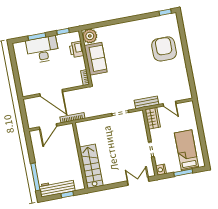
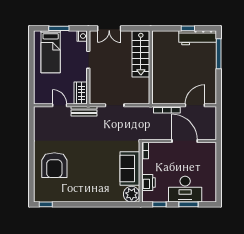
wall: (80, 156) -> (151, 67), moved
stairs: (91, 166) -> (141, 54), moved

